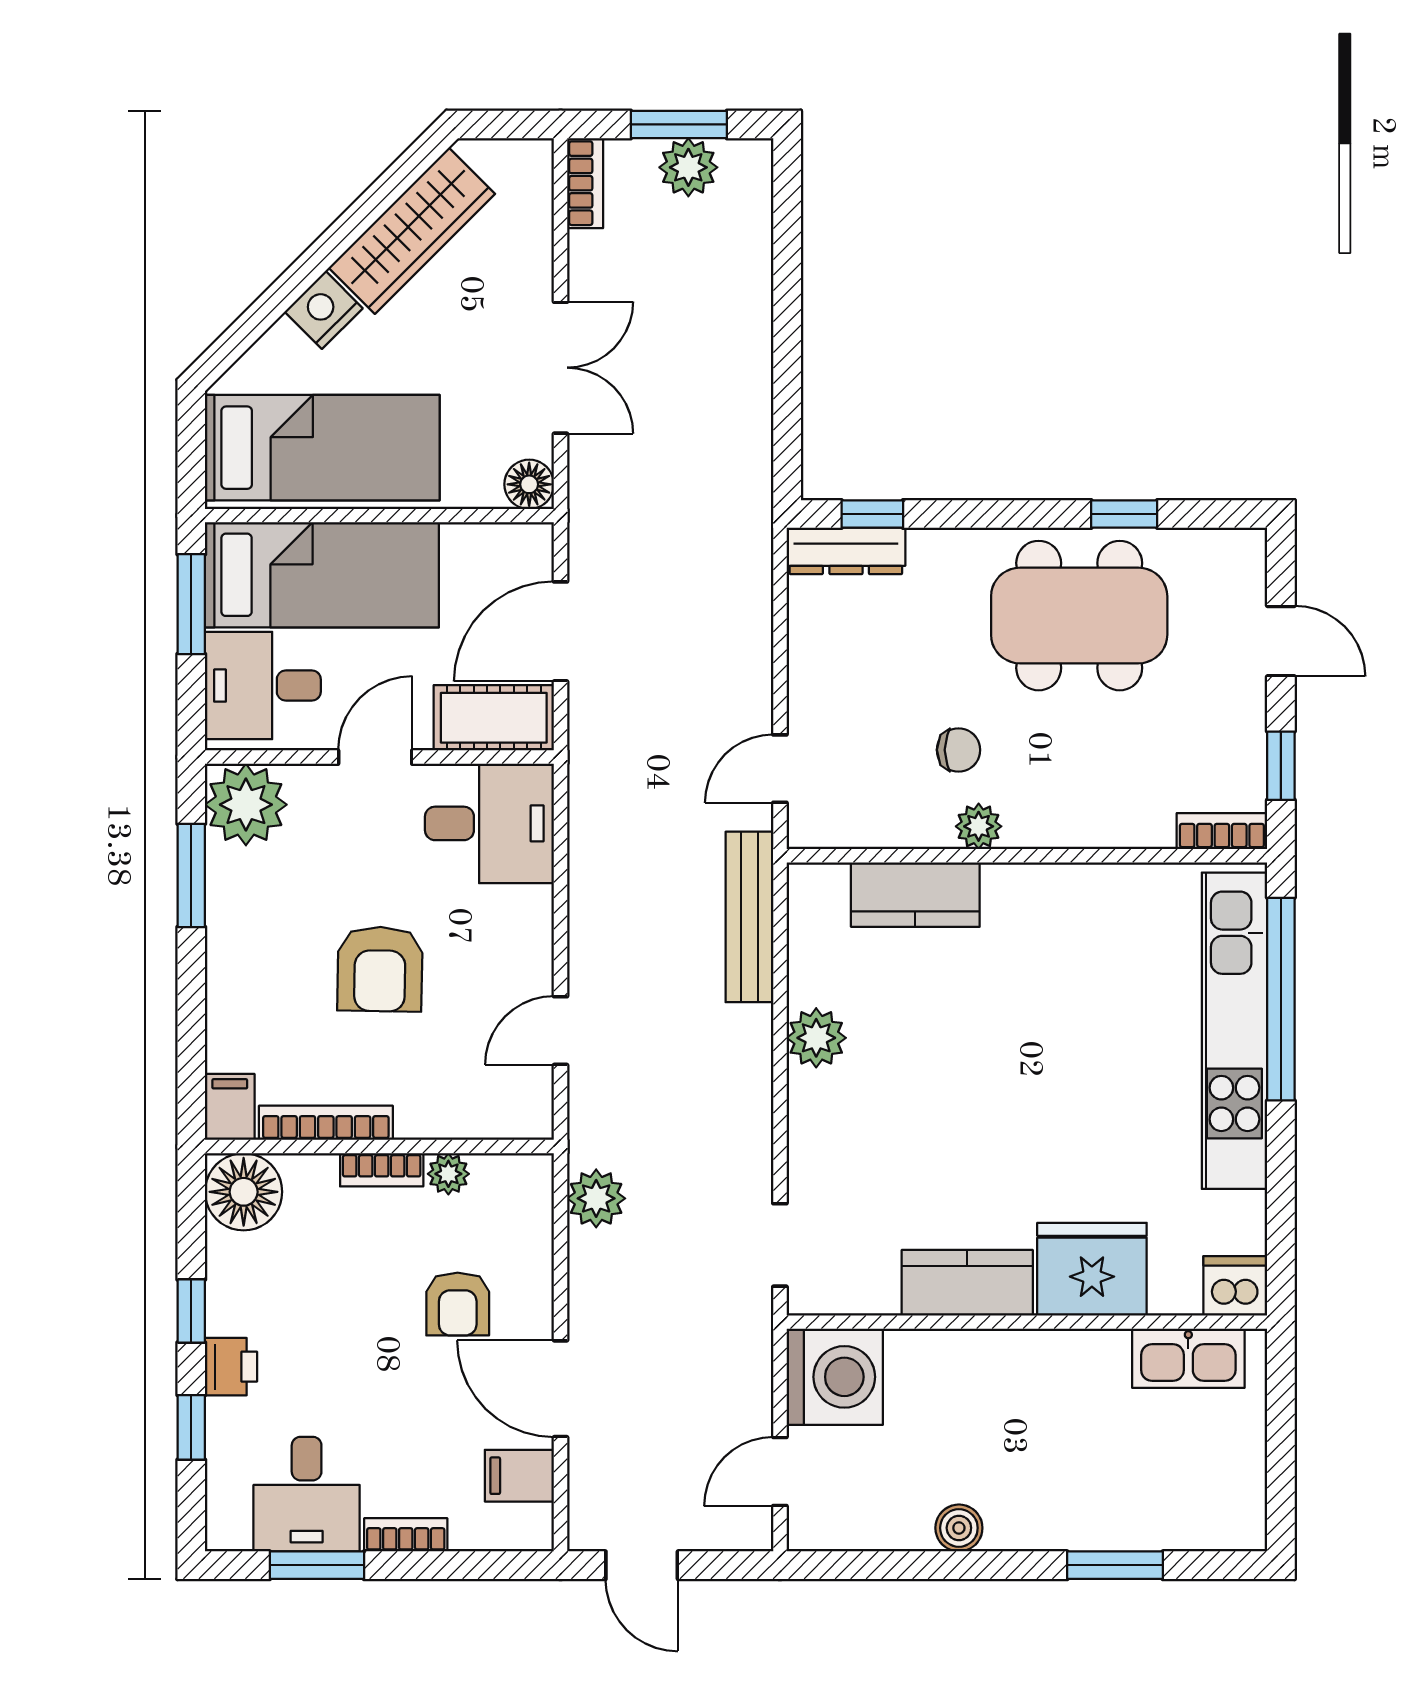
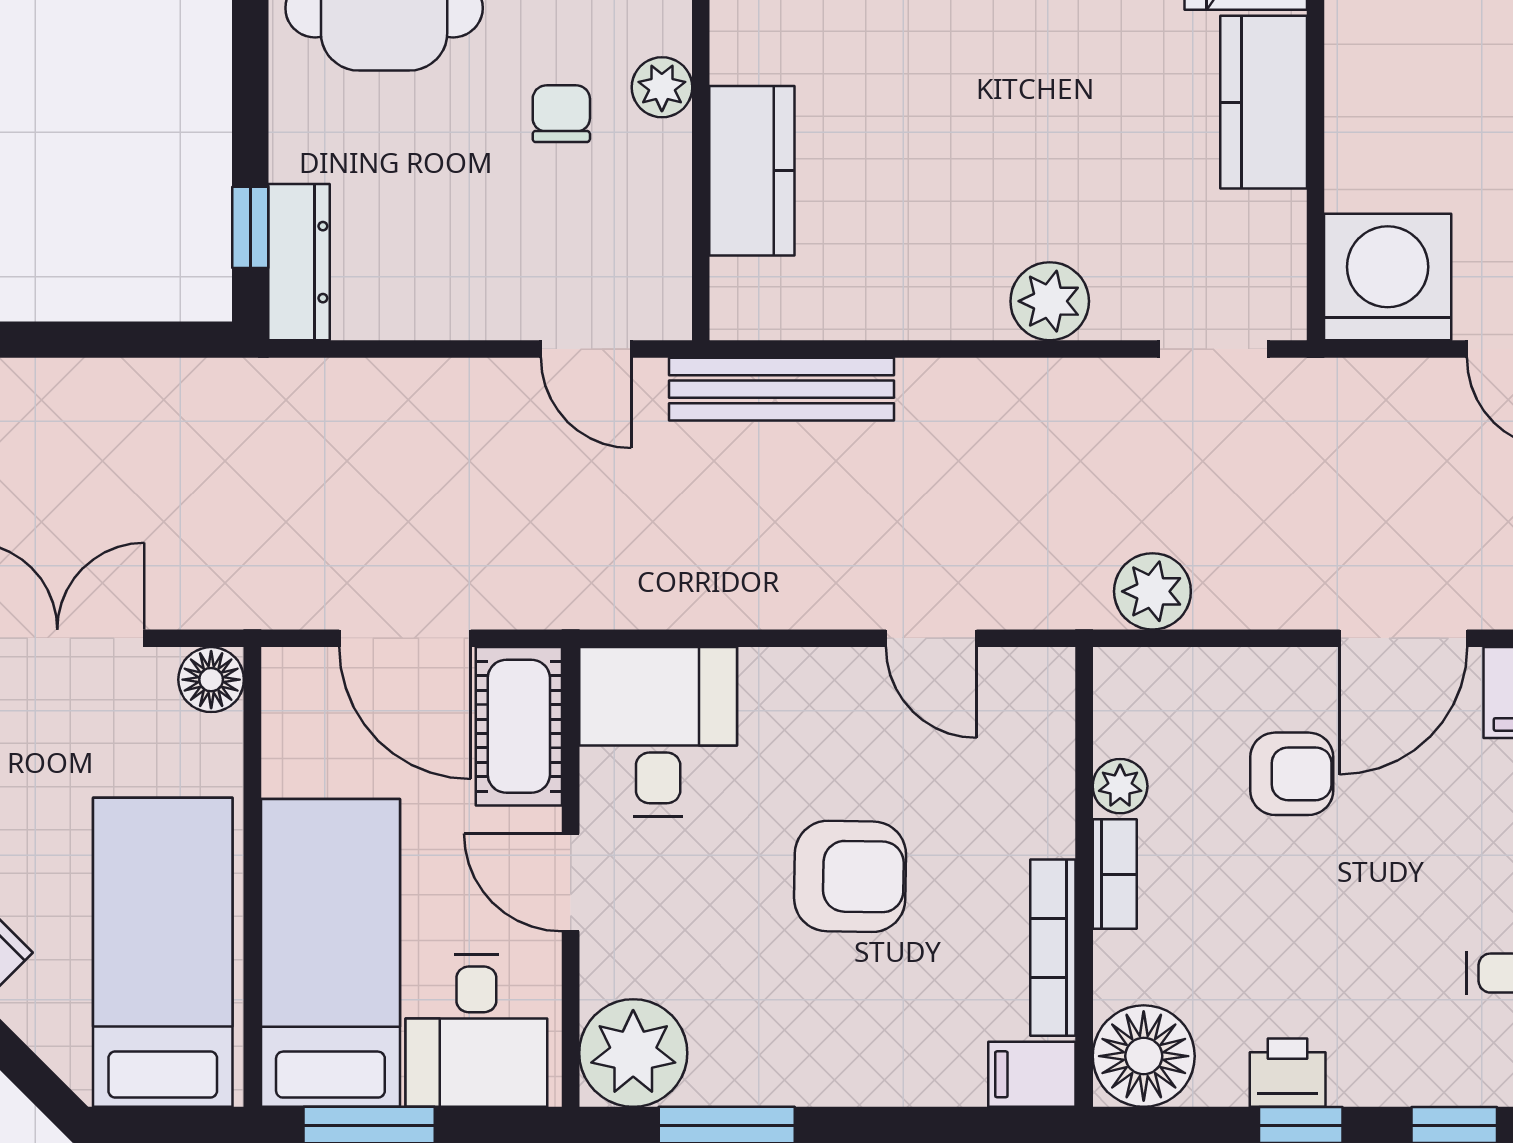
plant: (816, 1038) -> (1050, 301), moved
printer: (231, 1367) -> (1288, 1073), moved

